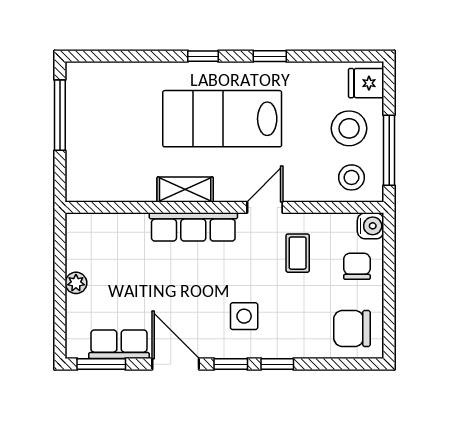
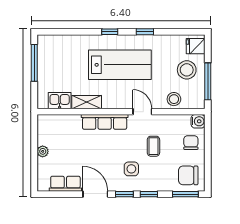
lab bench: (222, 119) -> (120, 65), turned 180
stool: (351, 177) -> (174, 99), moved
kitchen sink: (108, 187) -> (60, 101), added
shelving: (185, 190) -> (87, 102), moved
door: (265, 207) -> (142, 112), hinge flipped
coffee table: (298, 253) -> (153, 146), moved
window: (101, 364) -> (185, 194), moved

